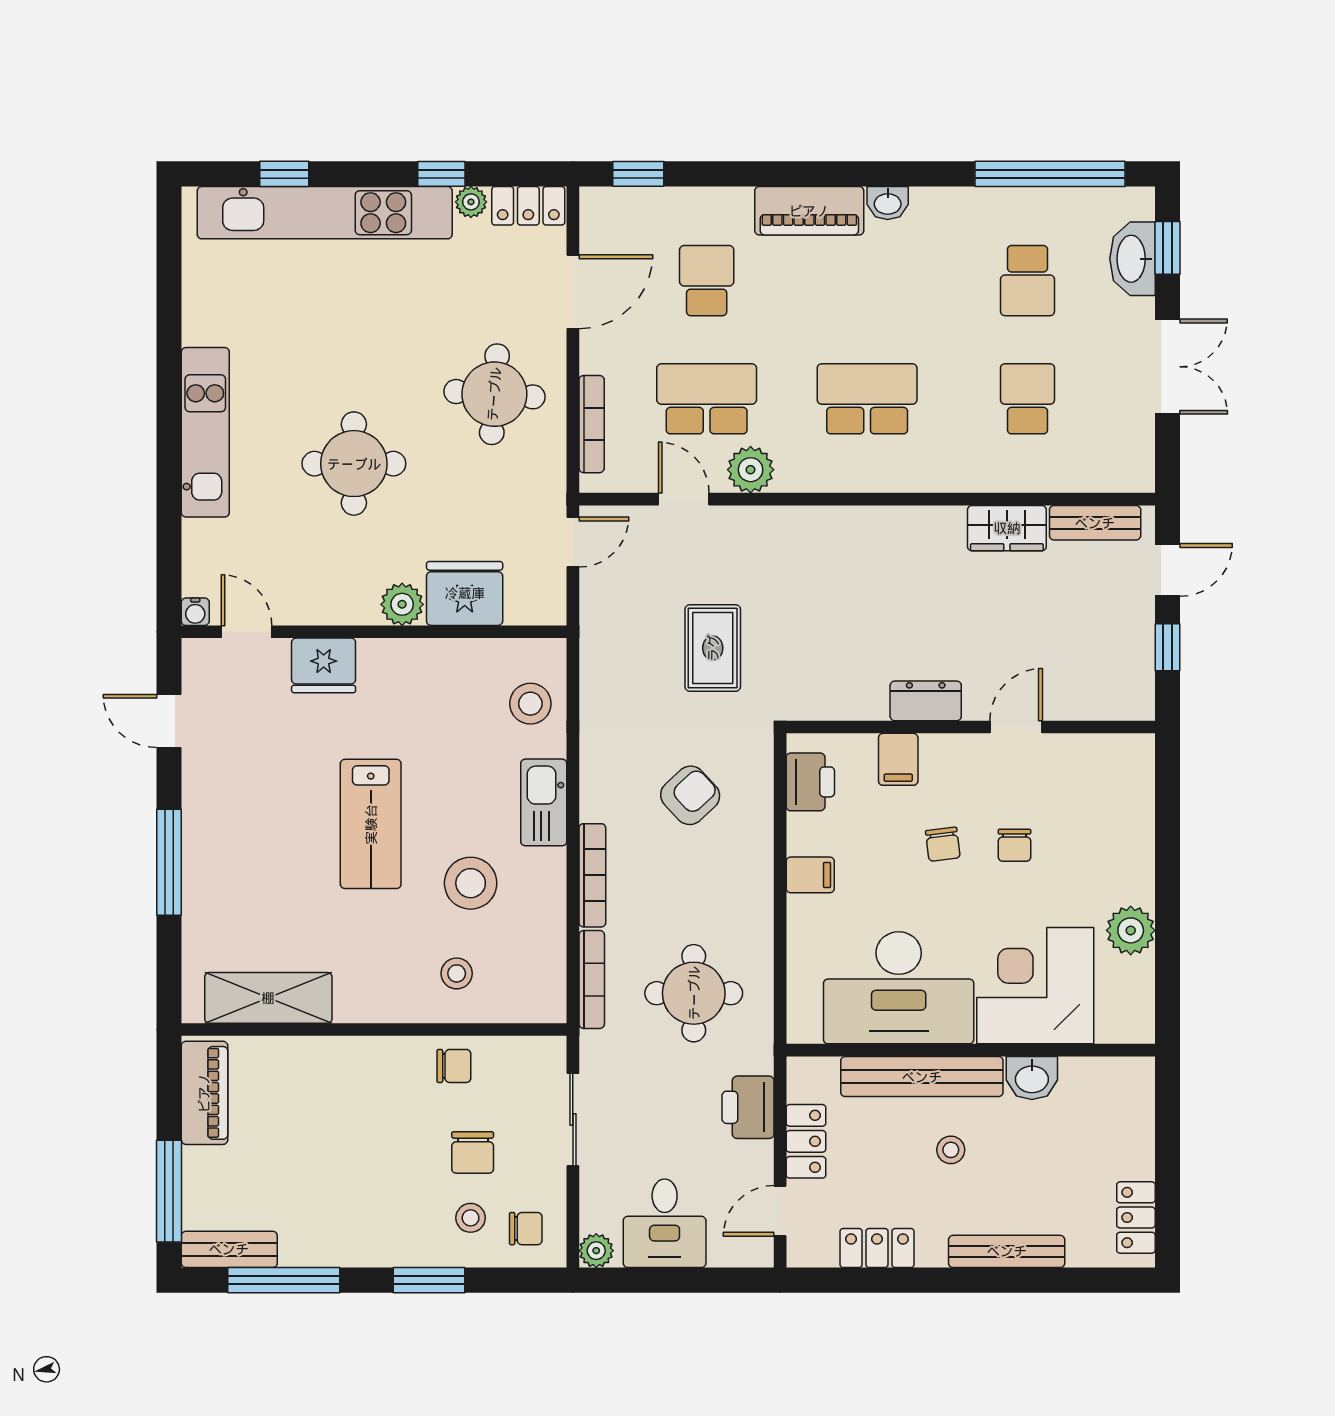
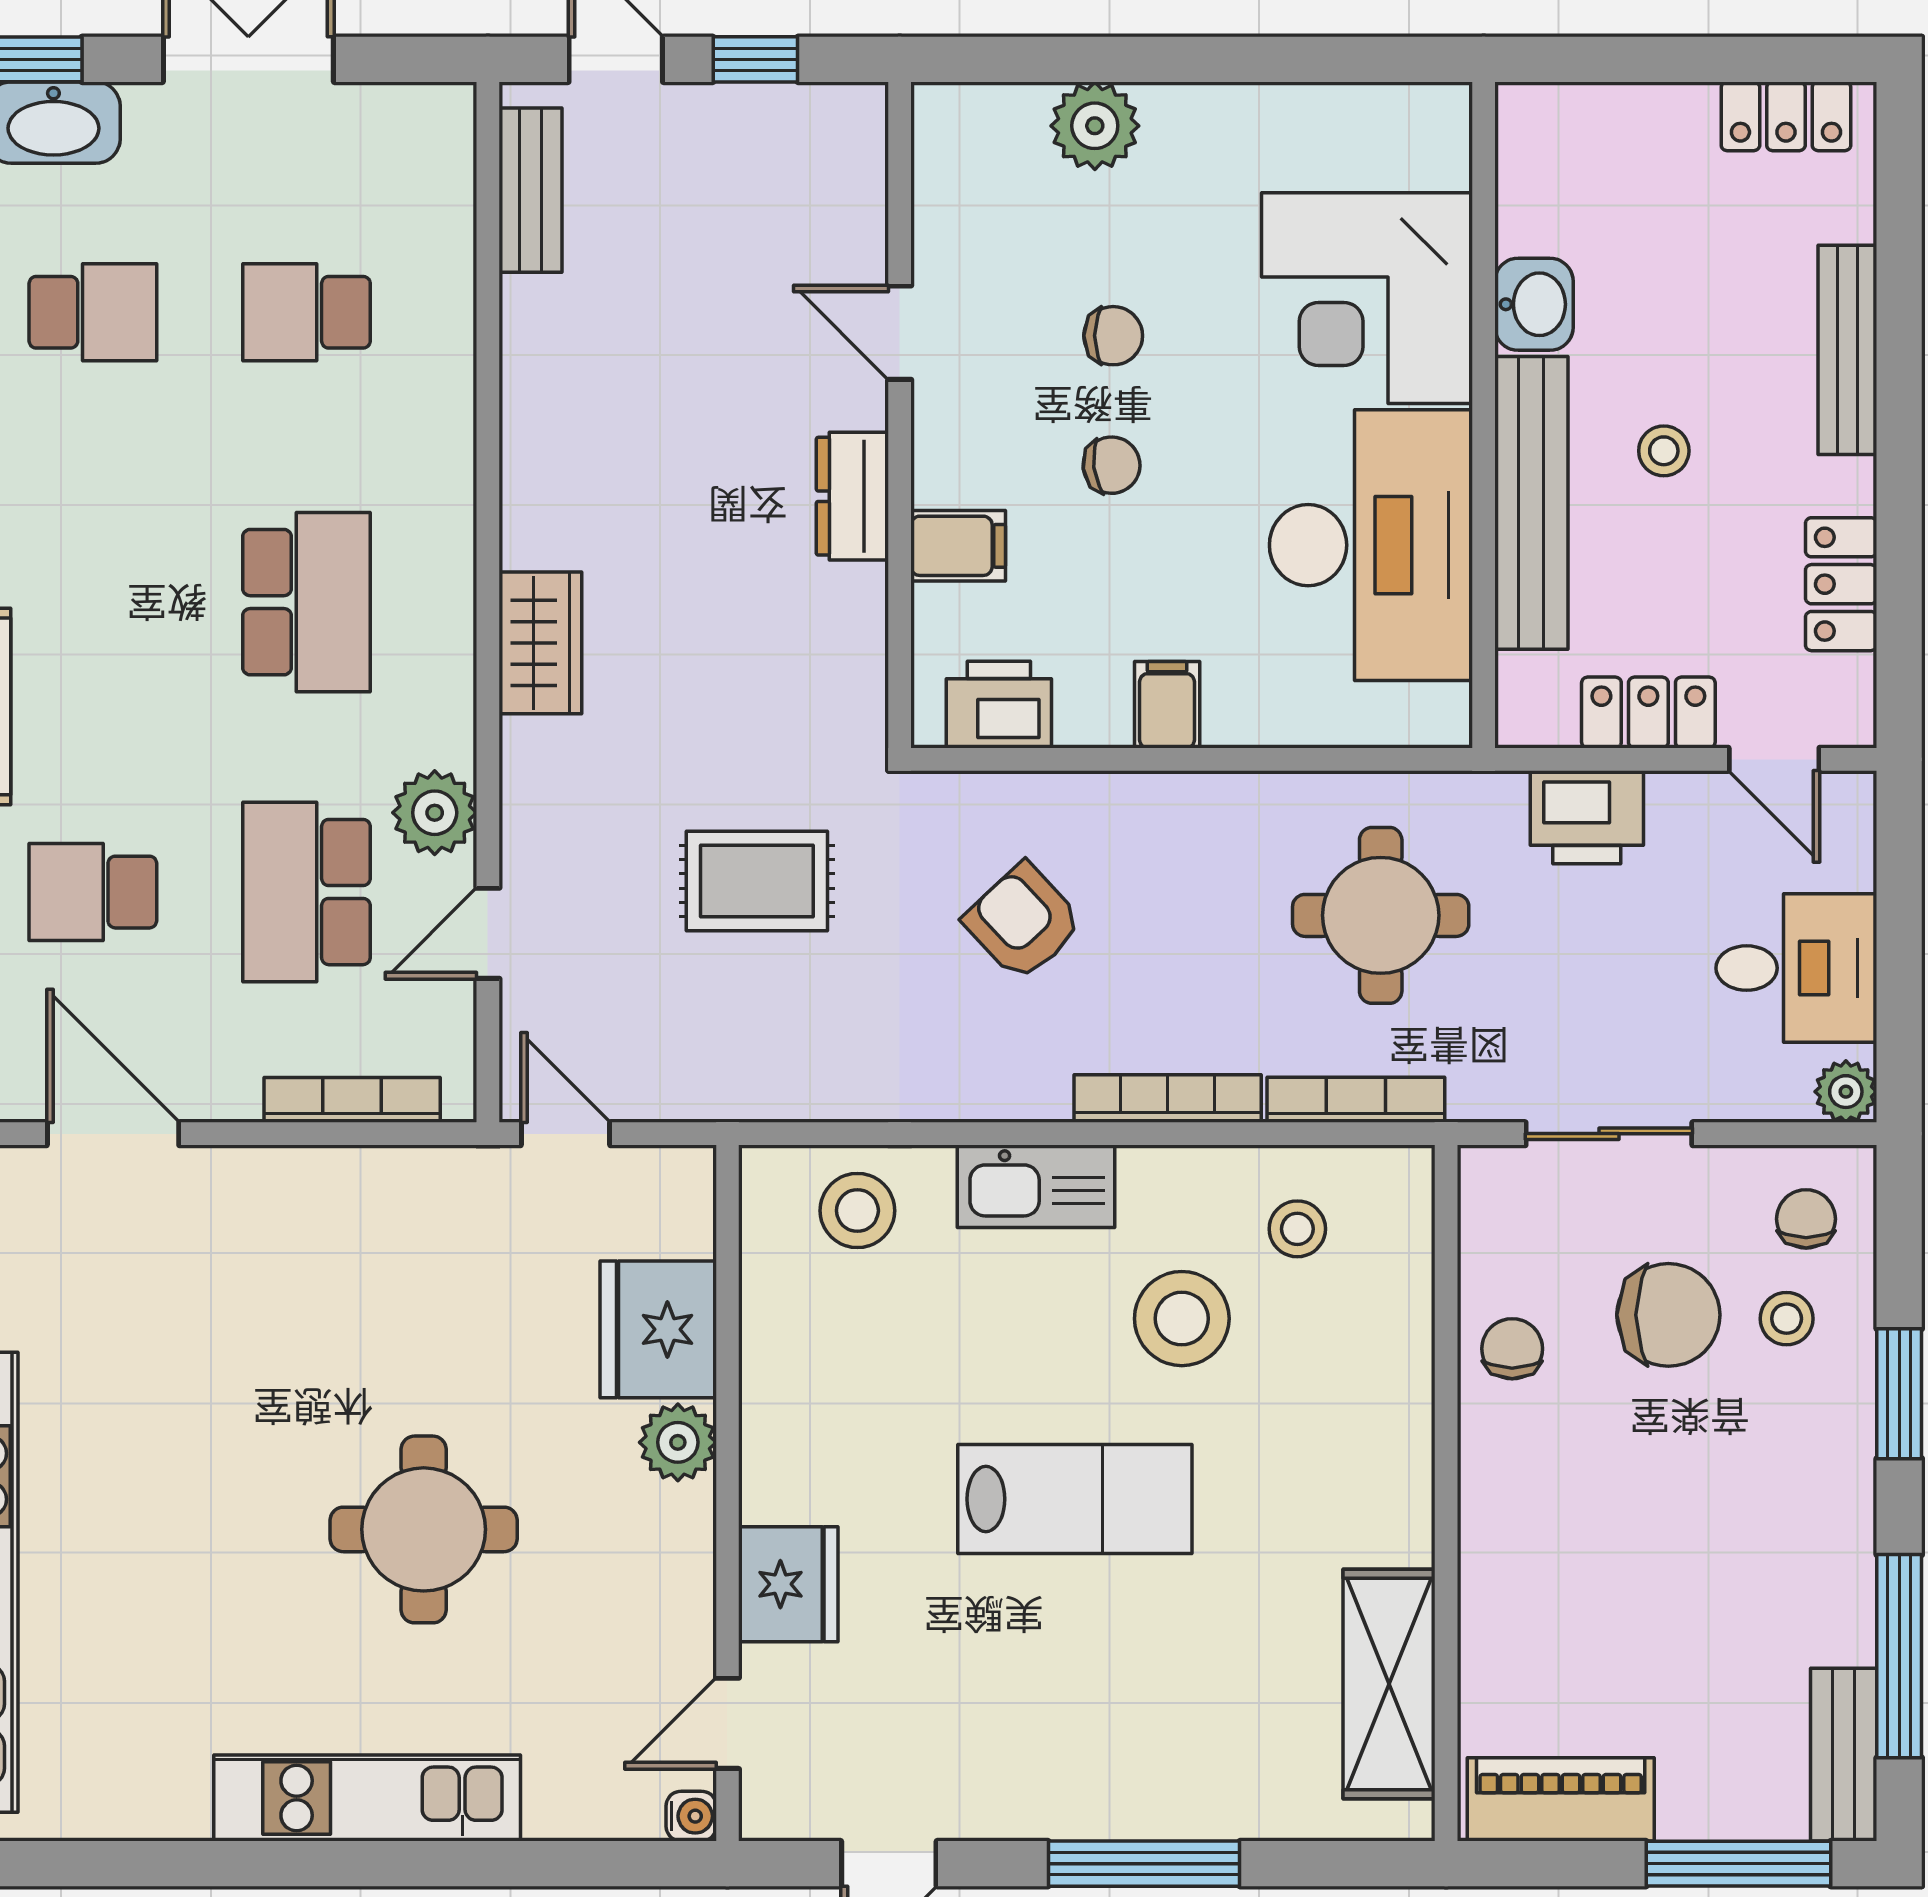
round table: (494, 394) -> (298, 1275), removed
school desk: (867, 399) -> (306, 602), turned 180
wardrobe: (1007, 528) -> (540, 643), moved
plant: (1131, 930) -> (1095, 126), moved
stool: (457, 973) -> (1297, 1229), moved
chair: (473, 1152) -> (1668, 1315), width x1.37, depth x1.37

